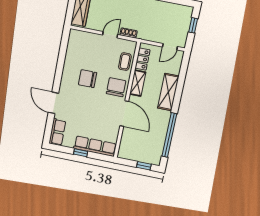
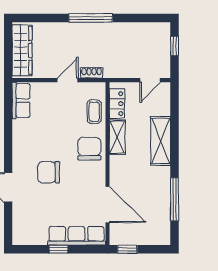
chair: (88, 79) -> (49, 172), moved
door: (124, 114) -> (108, 205), moved
row of seats: (57, 132) -> (21, 100), moved
window: (169, 135) -> (175, 199), width x0.68
window: (144, 166) -> (127, 249), moved

